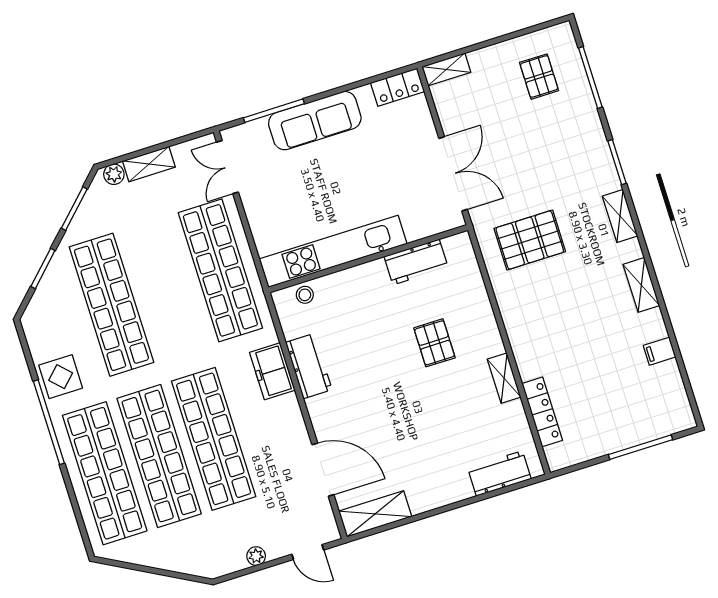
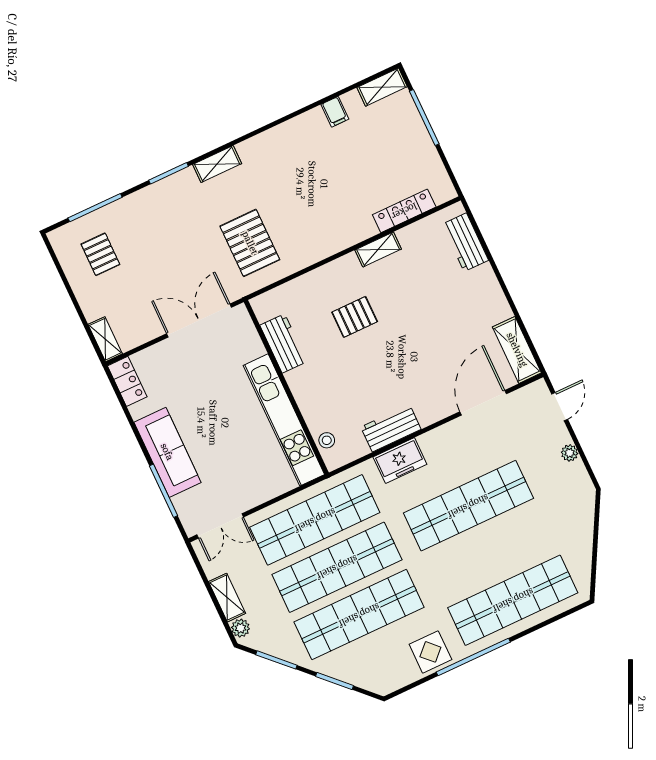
pallet: (539, 77) -> (100, 254), turned 90
shelving: (641, 285) -> (382, 87), moved
shop shelf: (159, 456) -> (337, 567), moved

